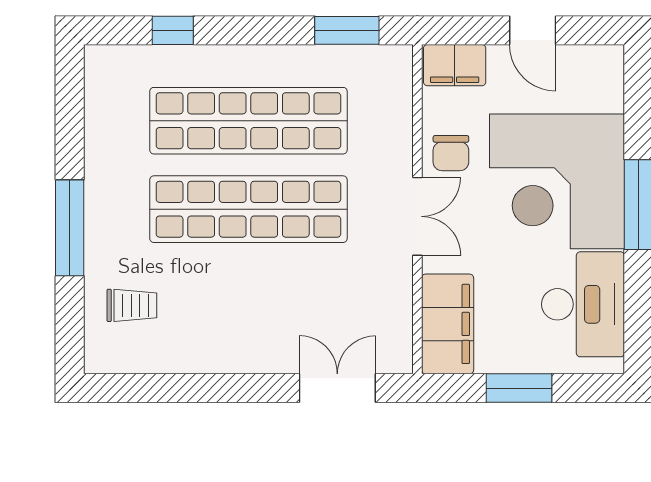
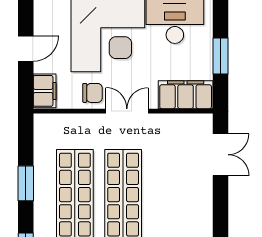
window: (347, 30) -> (26, 183), moved
double door: (337, 388) -> (220, 155), swing flipped

